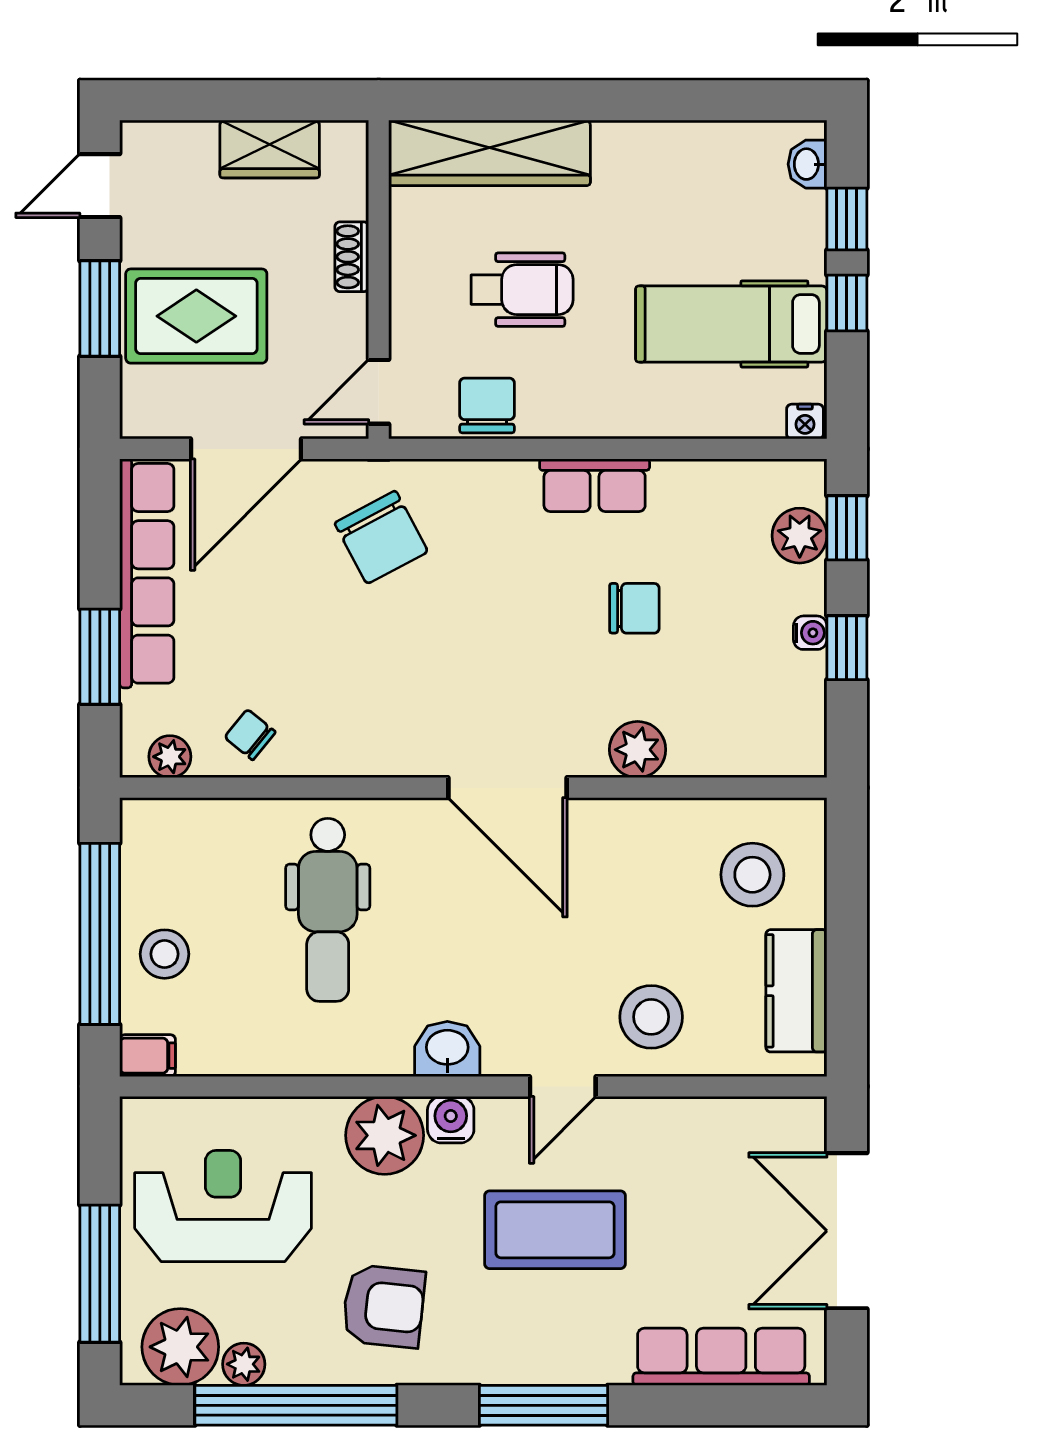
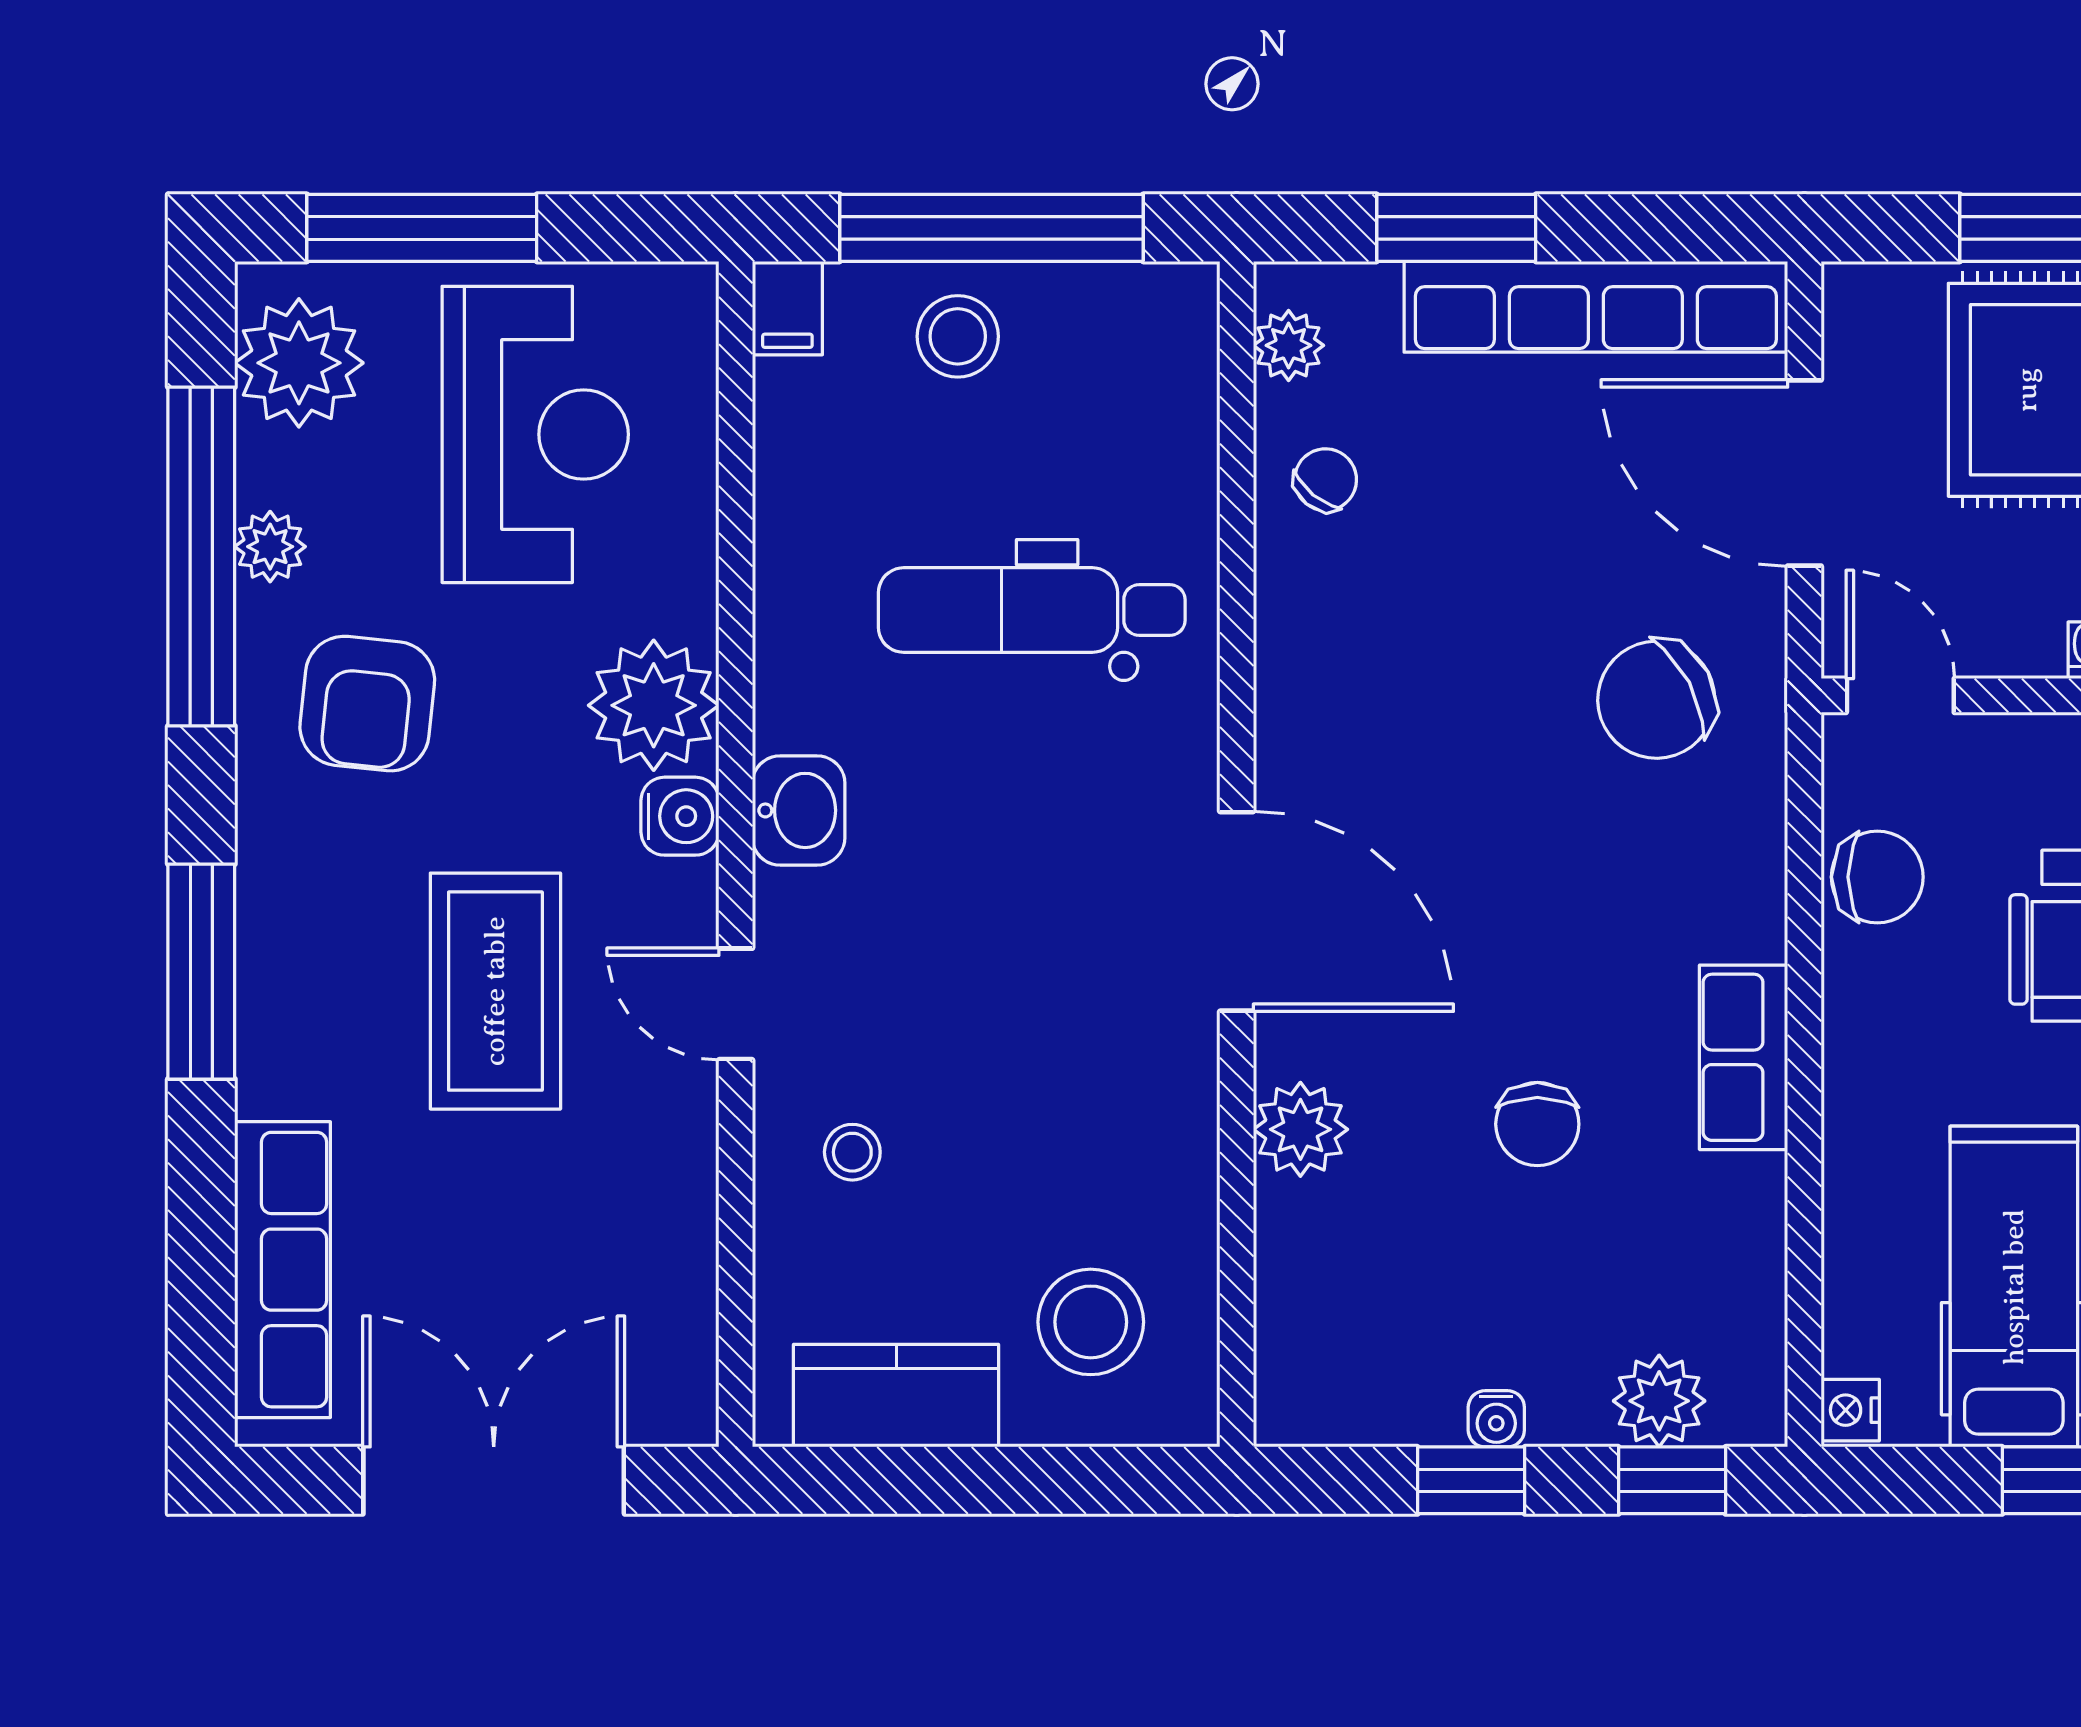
door: (507, 788) -> (1237, 911), swing flipped
stool: (651, 1017) -> (852, 1152), width x0.53, depth x0.53
plant: (244, 1364) -> (270, 547), moved

